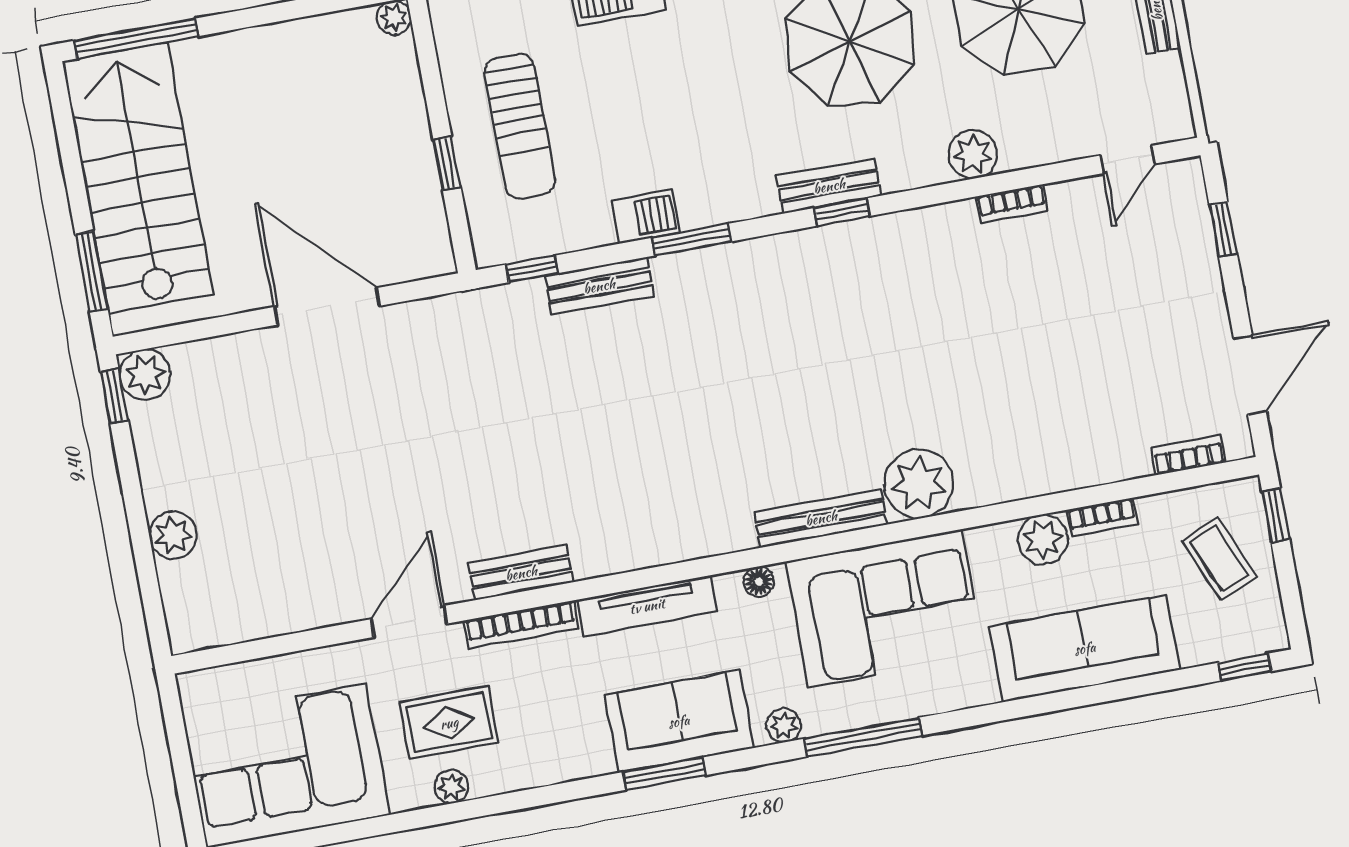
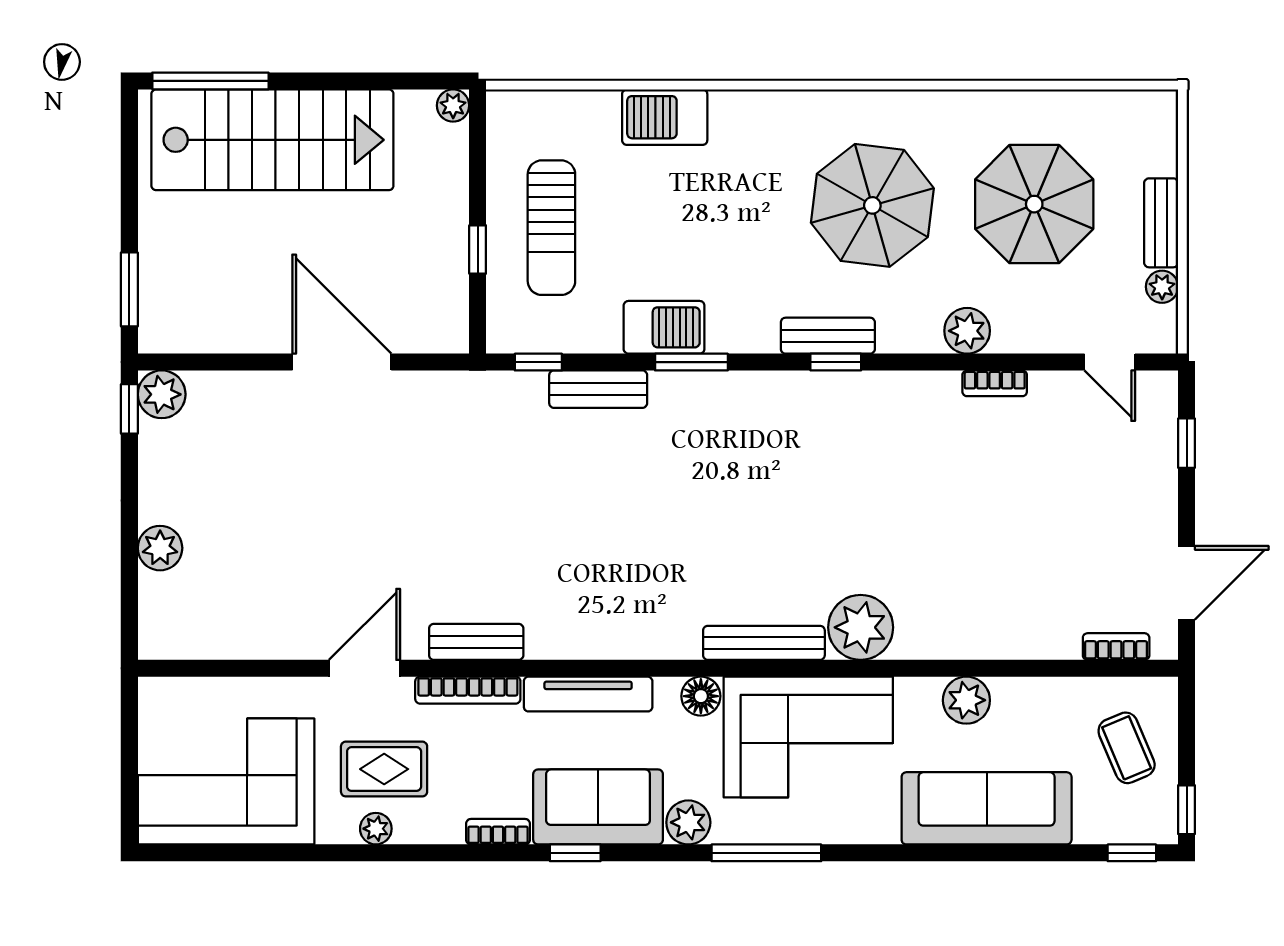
plant: (1168, 71) -> (1162, 287), added
door: (1128, 159) -> (1110, 362), hinge flipped
stairs: (138, 178) -> (272, 140), moved, turned 90
barbecue: (646, 216) -> (664, 327), width x1.38, depth x1.27
window: (1276, 515) -> (1187, 810), moved
bookcase: (1102, 517) -> (498, 832), moved, turned 180
floor lamp: (759, 582) -> (701, 696), width x1.37, depth x1.37
plant: (784, 725) -> (688, 822), width x1.38, depth x1.38
window: (664, 774) -> (575, 853), width x0.67

